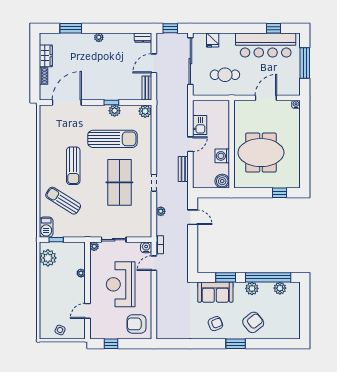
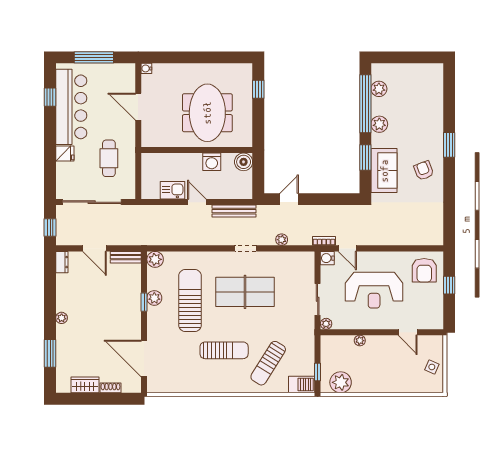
fridge: (213, 40) -> (65, 153), moved
bench: (183, 169) -> (234, 211), width x1.36
armchair: (253, 322) -> (422, 123), removed
window: (111, 344) -> (449, 285), moved

